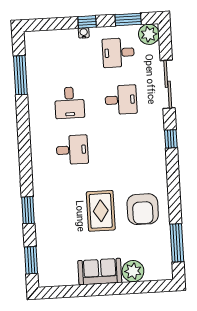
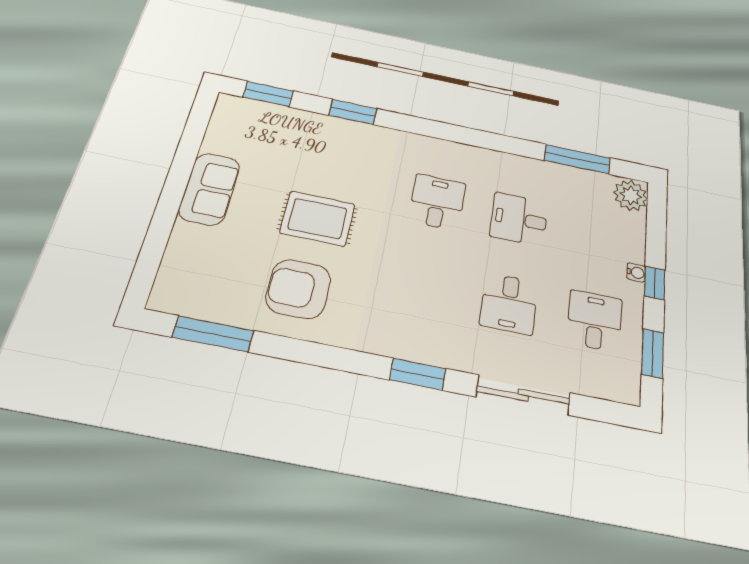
plant: (149, 34) -> (631, 196), moved
window: (171, 139) -> (418, 374), width x1.50
desk: (72, 150) -> (437, 202), turned 180
plant: (133, 271) -> (189, 243), removed

